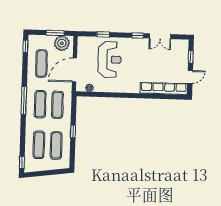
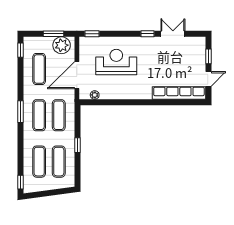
window: (103, 34) -> (92, 34), moved
double door: (160, 36) -> (173, 34), swing flipped
reception desk: (110, 59) -> (116, 62), turned -90
window: (24, 100) -> (20, 112), width x0.69

